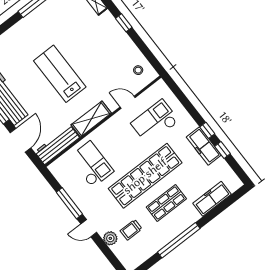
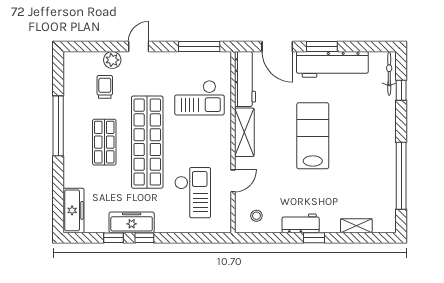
workbench: (121, 38) -> (301, 223), added
lab bench: (60, 74) -> (313, 136), turned -90
freezer: (212, 199) -> (74, 210), moved
window: (69, 203) -> (199, 46), moved

